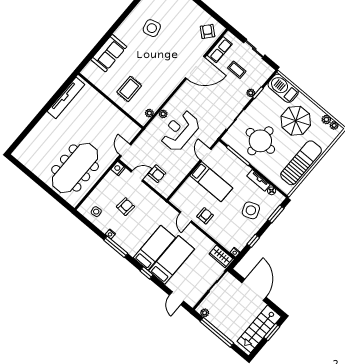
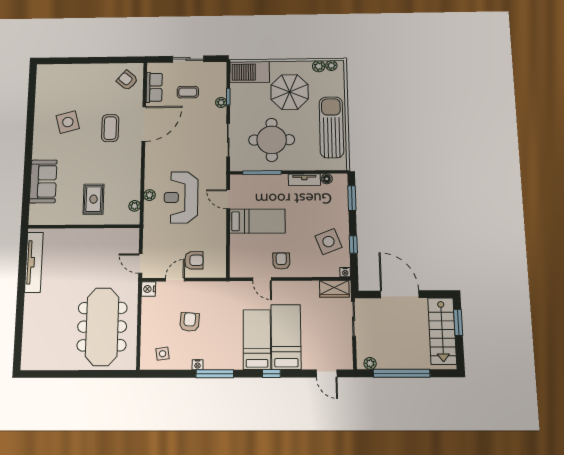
coffee table: (173, 53) -> (110, 128), added
side table: (251, 210) -> (328, 242), moved

